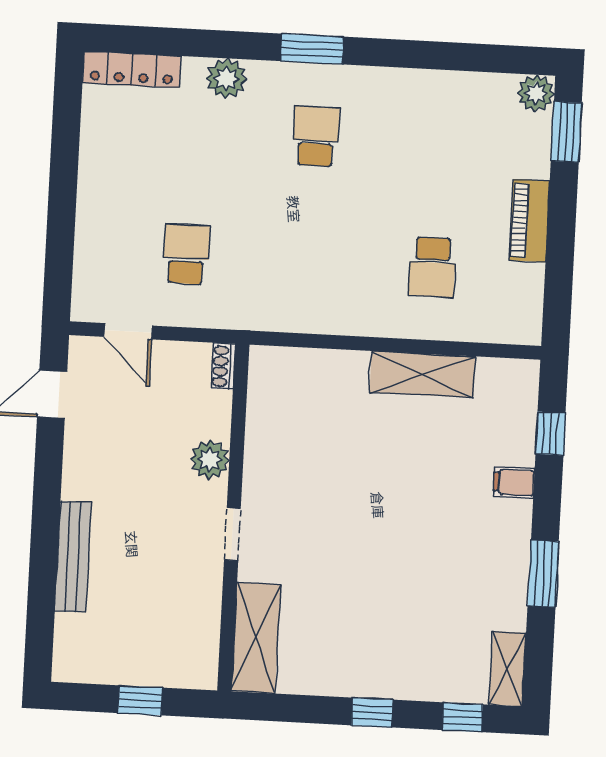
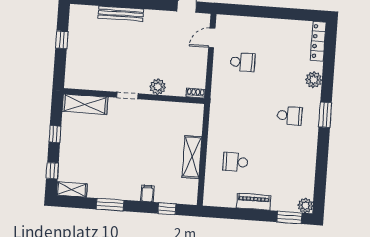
shoe rack: (223, 366) -> (196, 93), moved
plant: (210, 460) -> (158, 87), moved
wall: (233, 518) -> (134, 96), moved
doorway: (232, 534) -> (127, 96), moved
shelving: (256, 638) -> (85, 104), moved

